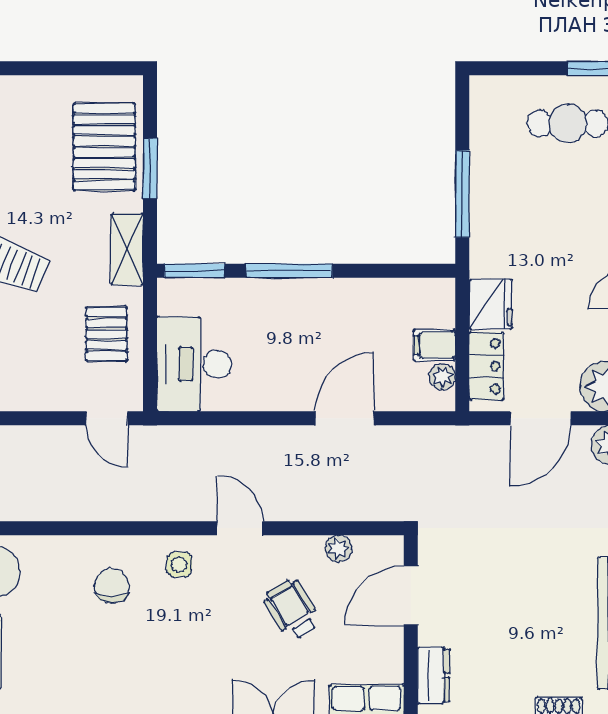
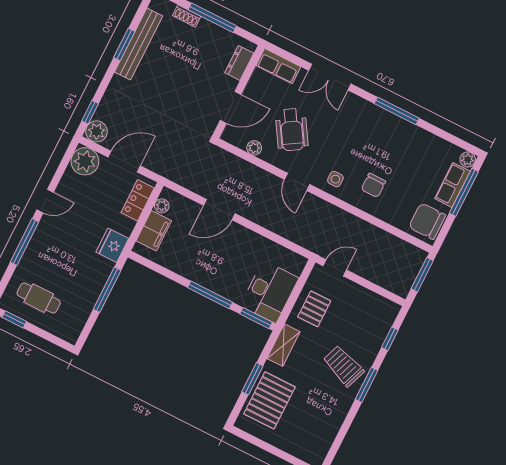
fridge: (491, 304) -> (112, 245), moved
filing cabinet: (435, 345) -> (154, 231), width x2.00
desk: (194, 364) -> (270, 292), moved
door: (107, 418) -> (335, 268), hinge flipped
wheelchair: (292, 609) -> (292, 130), width x1.36, depth x1.37

